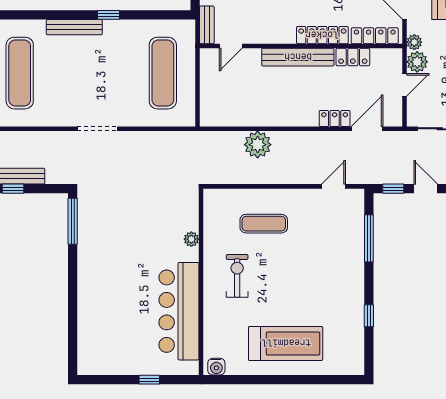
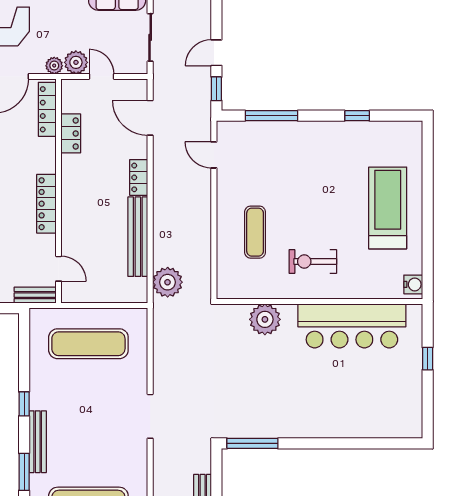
window: (47, 15) -> (24, 472), added
locker: (322, 35) -> (46, 204), moved
bench: (298, 57) -> (138, 237), moved
locker: (335, 118) -> (139, 177), moved
plant: (258, 145) -> (168, 282), moved
plant: (191, 239) -> (265, 319), width x1.88, depth x1.88

